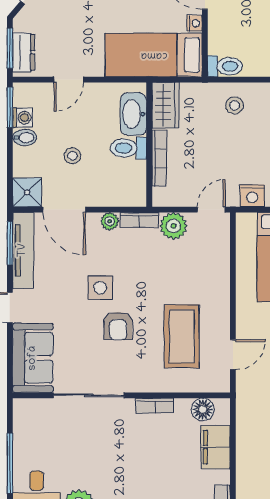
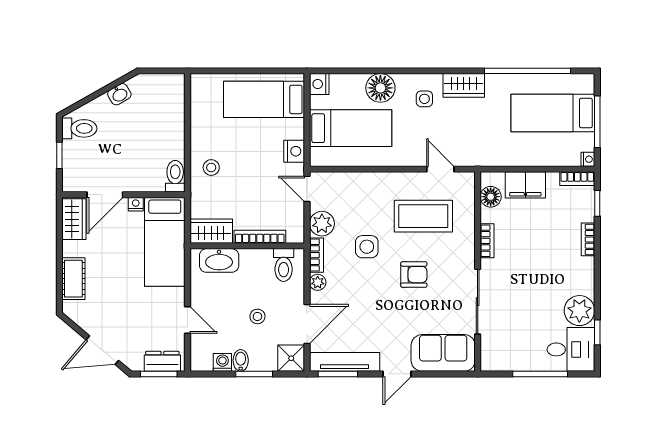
window: (10, 107) -> (254, 374), moved
toilet: (128, 148) -> (284, 265), moved
side table: (100, 288) -> (367, 247), moved

